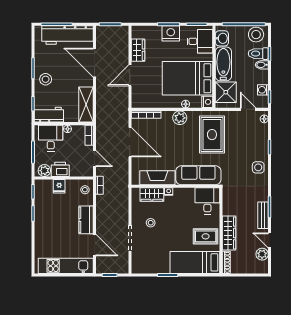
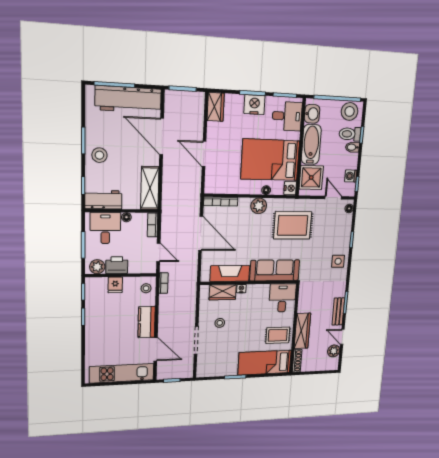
wardrobe: (138, 50) -> (216, 107), moved
door: (130, 75) -> (204, 154), hinge flipped
rug: (212, 135) -> (293, 225), turned 90

